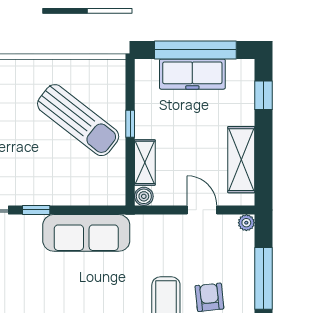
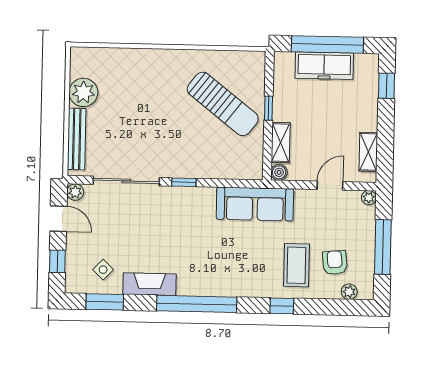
shelving: (241, 160) -> (368, 152), width x0.67, depth x0.75
door: (202, 210) -> (330, 186), hinge flipped
sofa: (86, 233) -> (255, 204), moved

